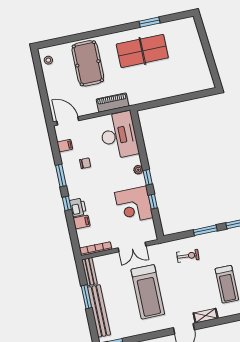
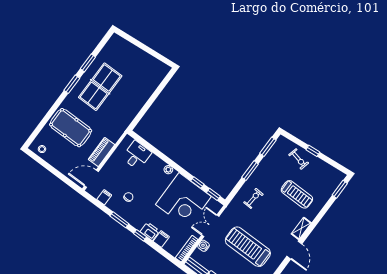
window: (121, 28) -> (72, 84), added
piano: (113, 103) -> (102, 152), moved
desk: (119, 135) -> (137, 155), width x0.53, depth x0.77
window: (148, 177) -> (213, 194), moved
corner desk: (134, 205) -> (183, 200), width x1.36, depth x1.36
double door: (132, 247) -> (210, 226), swing flipped
water cooler: (112, 259) -> (204, 246), added
treadmill: (148, 292) -> (248, 247), turned 180

